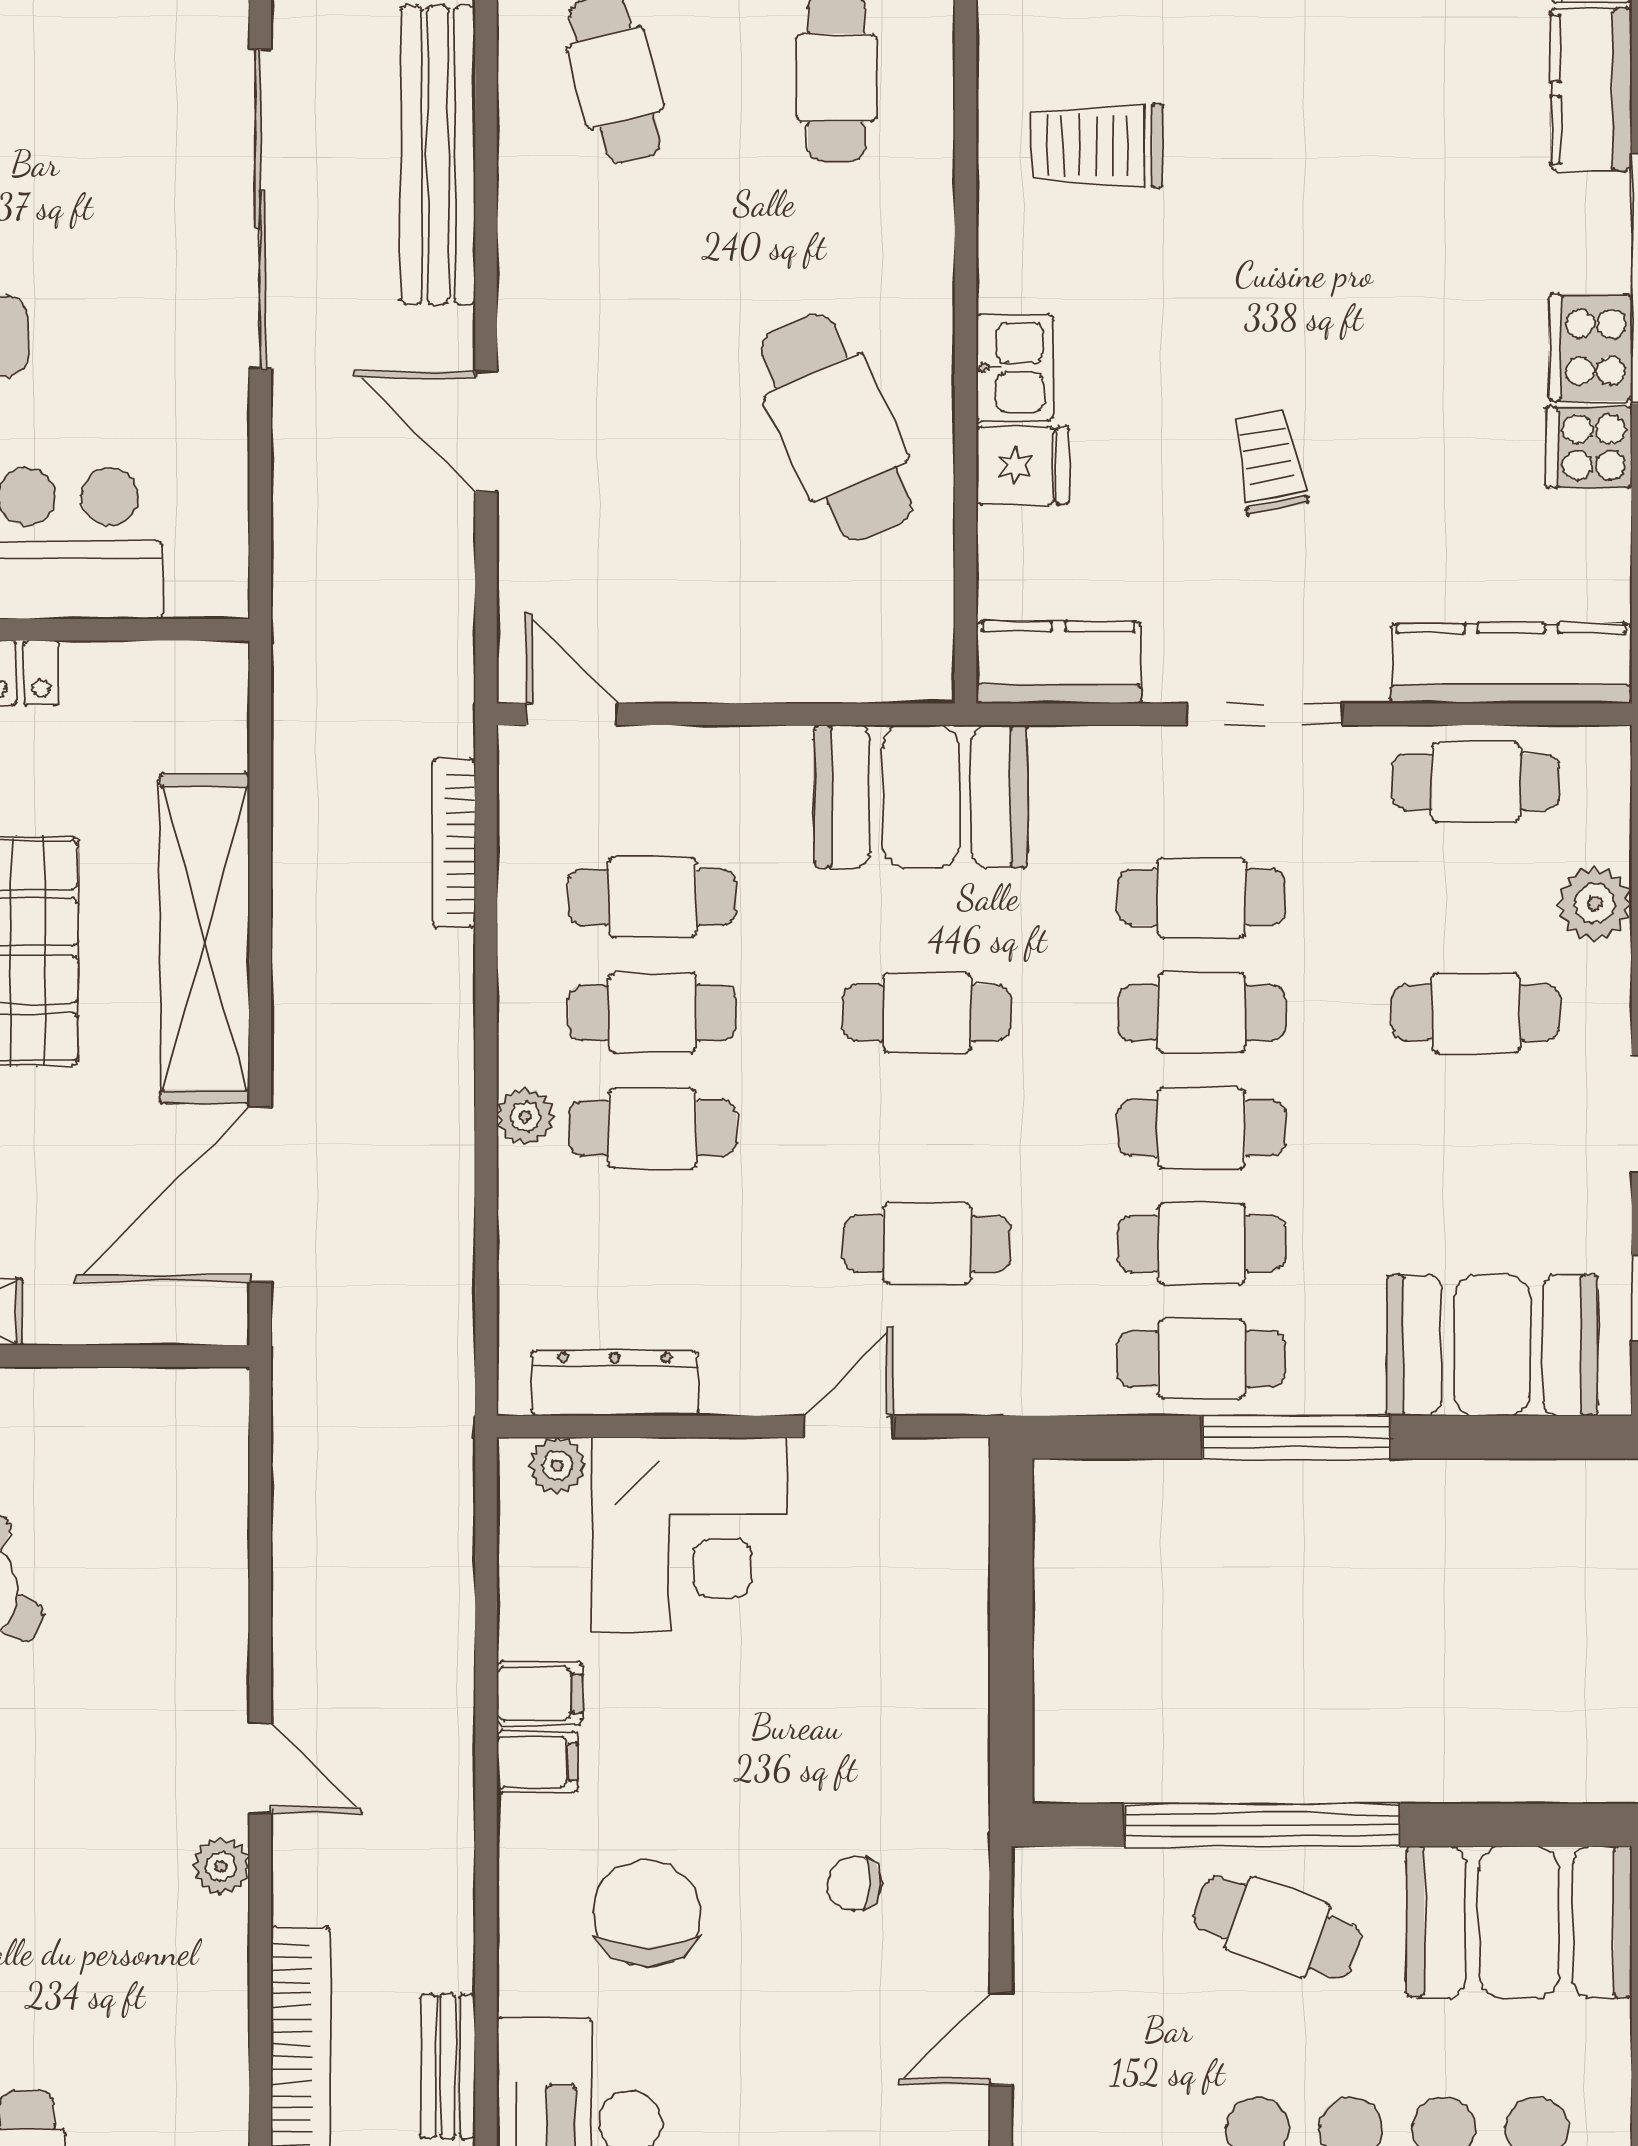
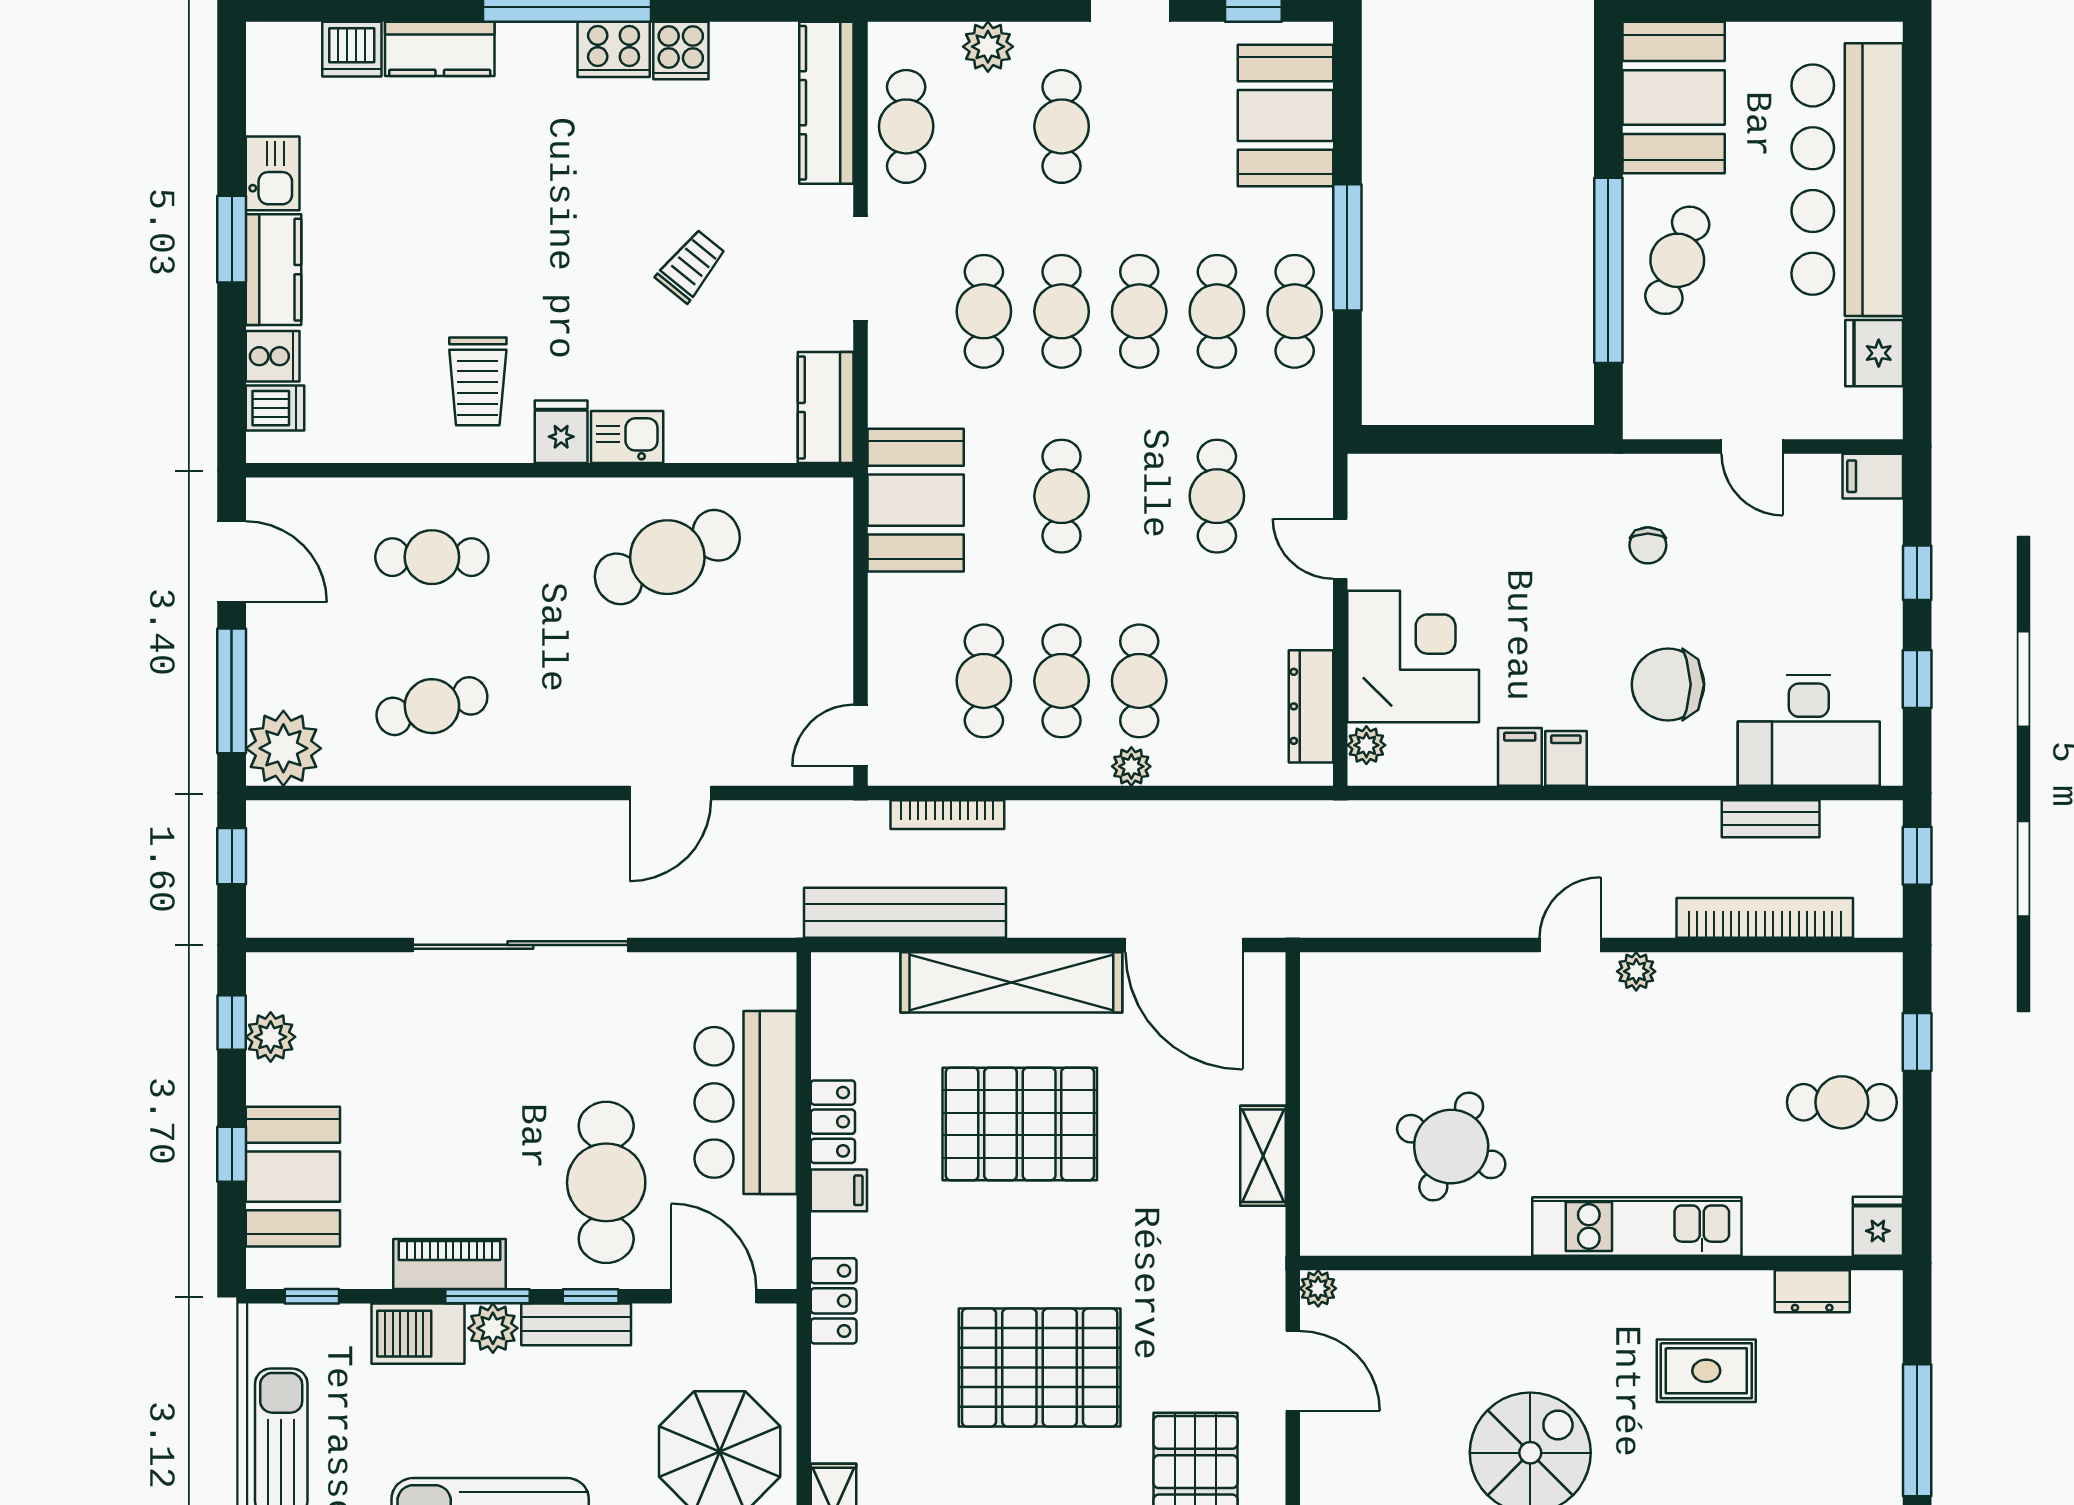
bench: (438, 155) -> (905, 913), moved
trolley: (1269, 462) -> (691, 266), turned 140
fridge: (1023, 466) -> (561, 432), moved

